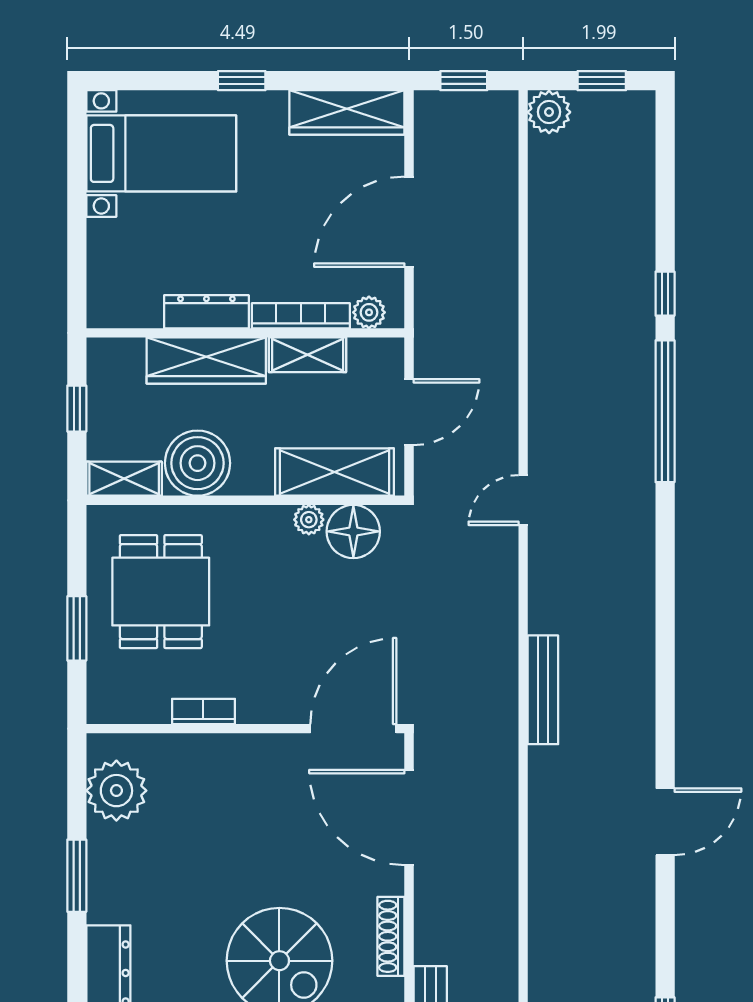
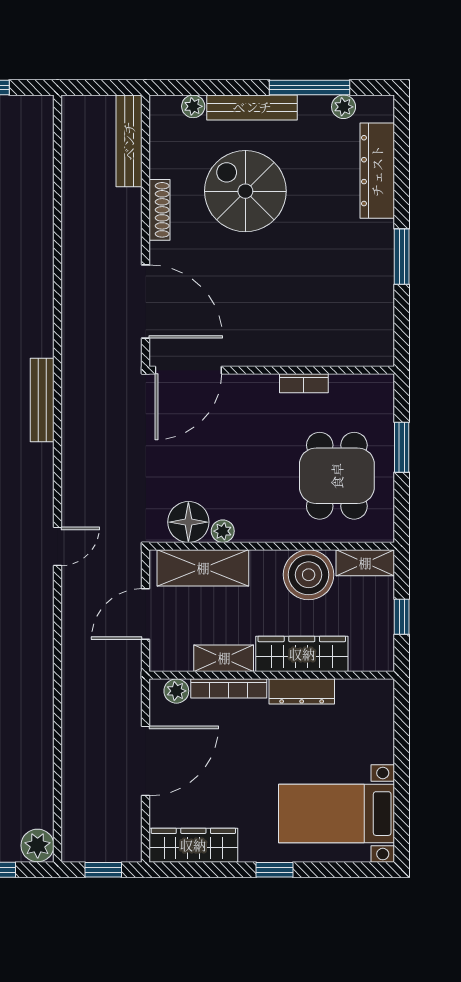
plant: (116, 791) -> (371, 322), removed

